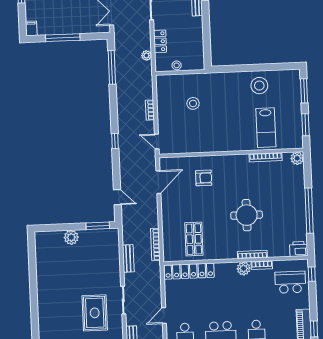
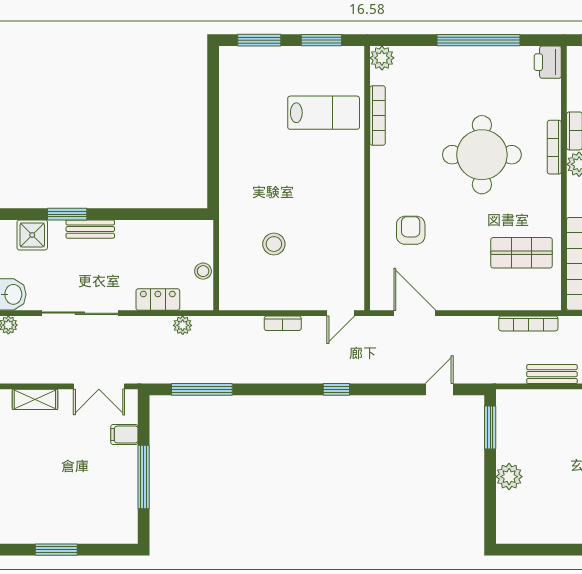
filing cabinet: (31, 28) -> (124, 435), moved
stool: (259, 86) -> (246, 121), removed
round table: (247, 215) -> (482, 155), width x1.36, depth x1.36

